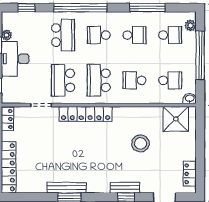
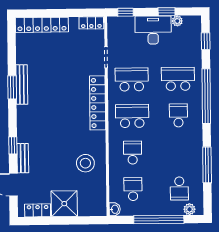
school desk: (63, 35) -> (178, 79), turned 180
school desk: (134, 35) -> (179, 152), removed
school desk: (170, 80) -> (133, 189), turned 180
shower: (176, 119) -> (64, 204), moved
stool: (141, 143) -> (85, 163), moved
bench: (125, 188) -> (23, 158), moved

